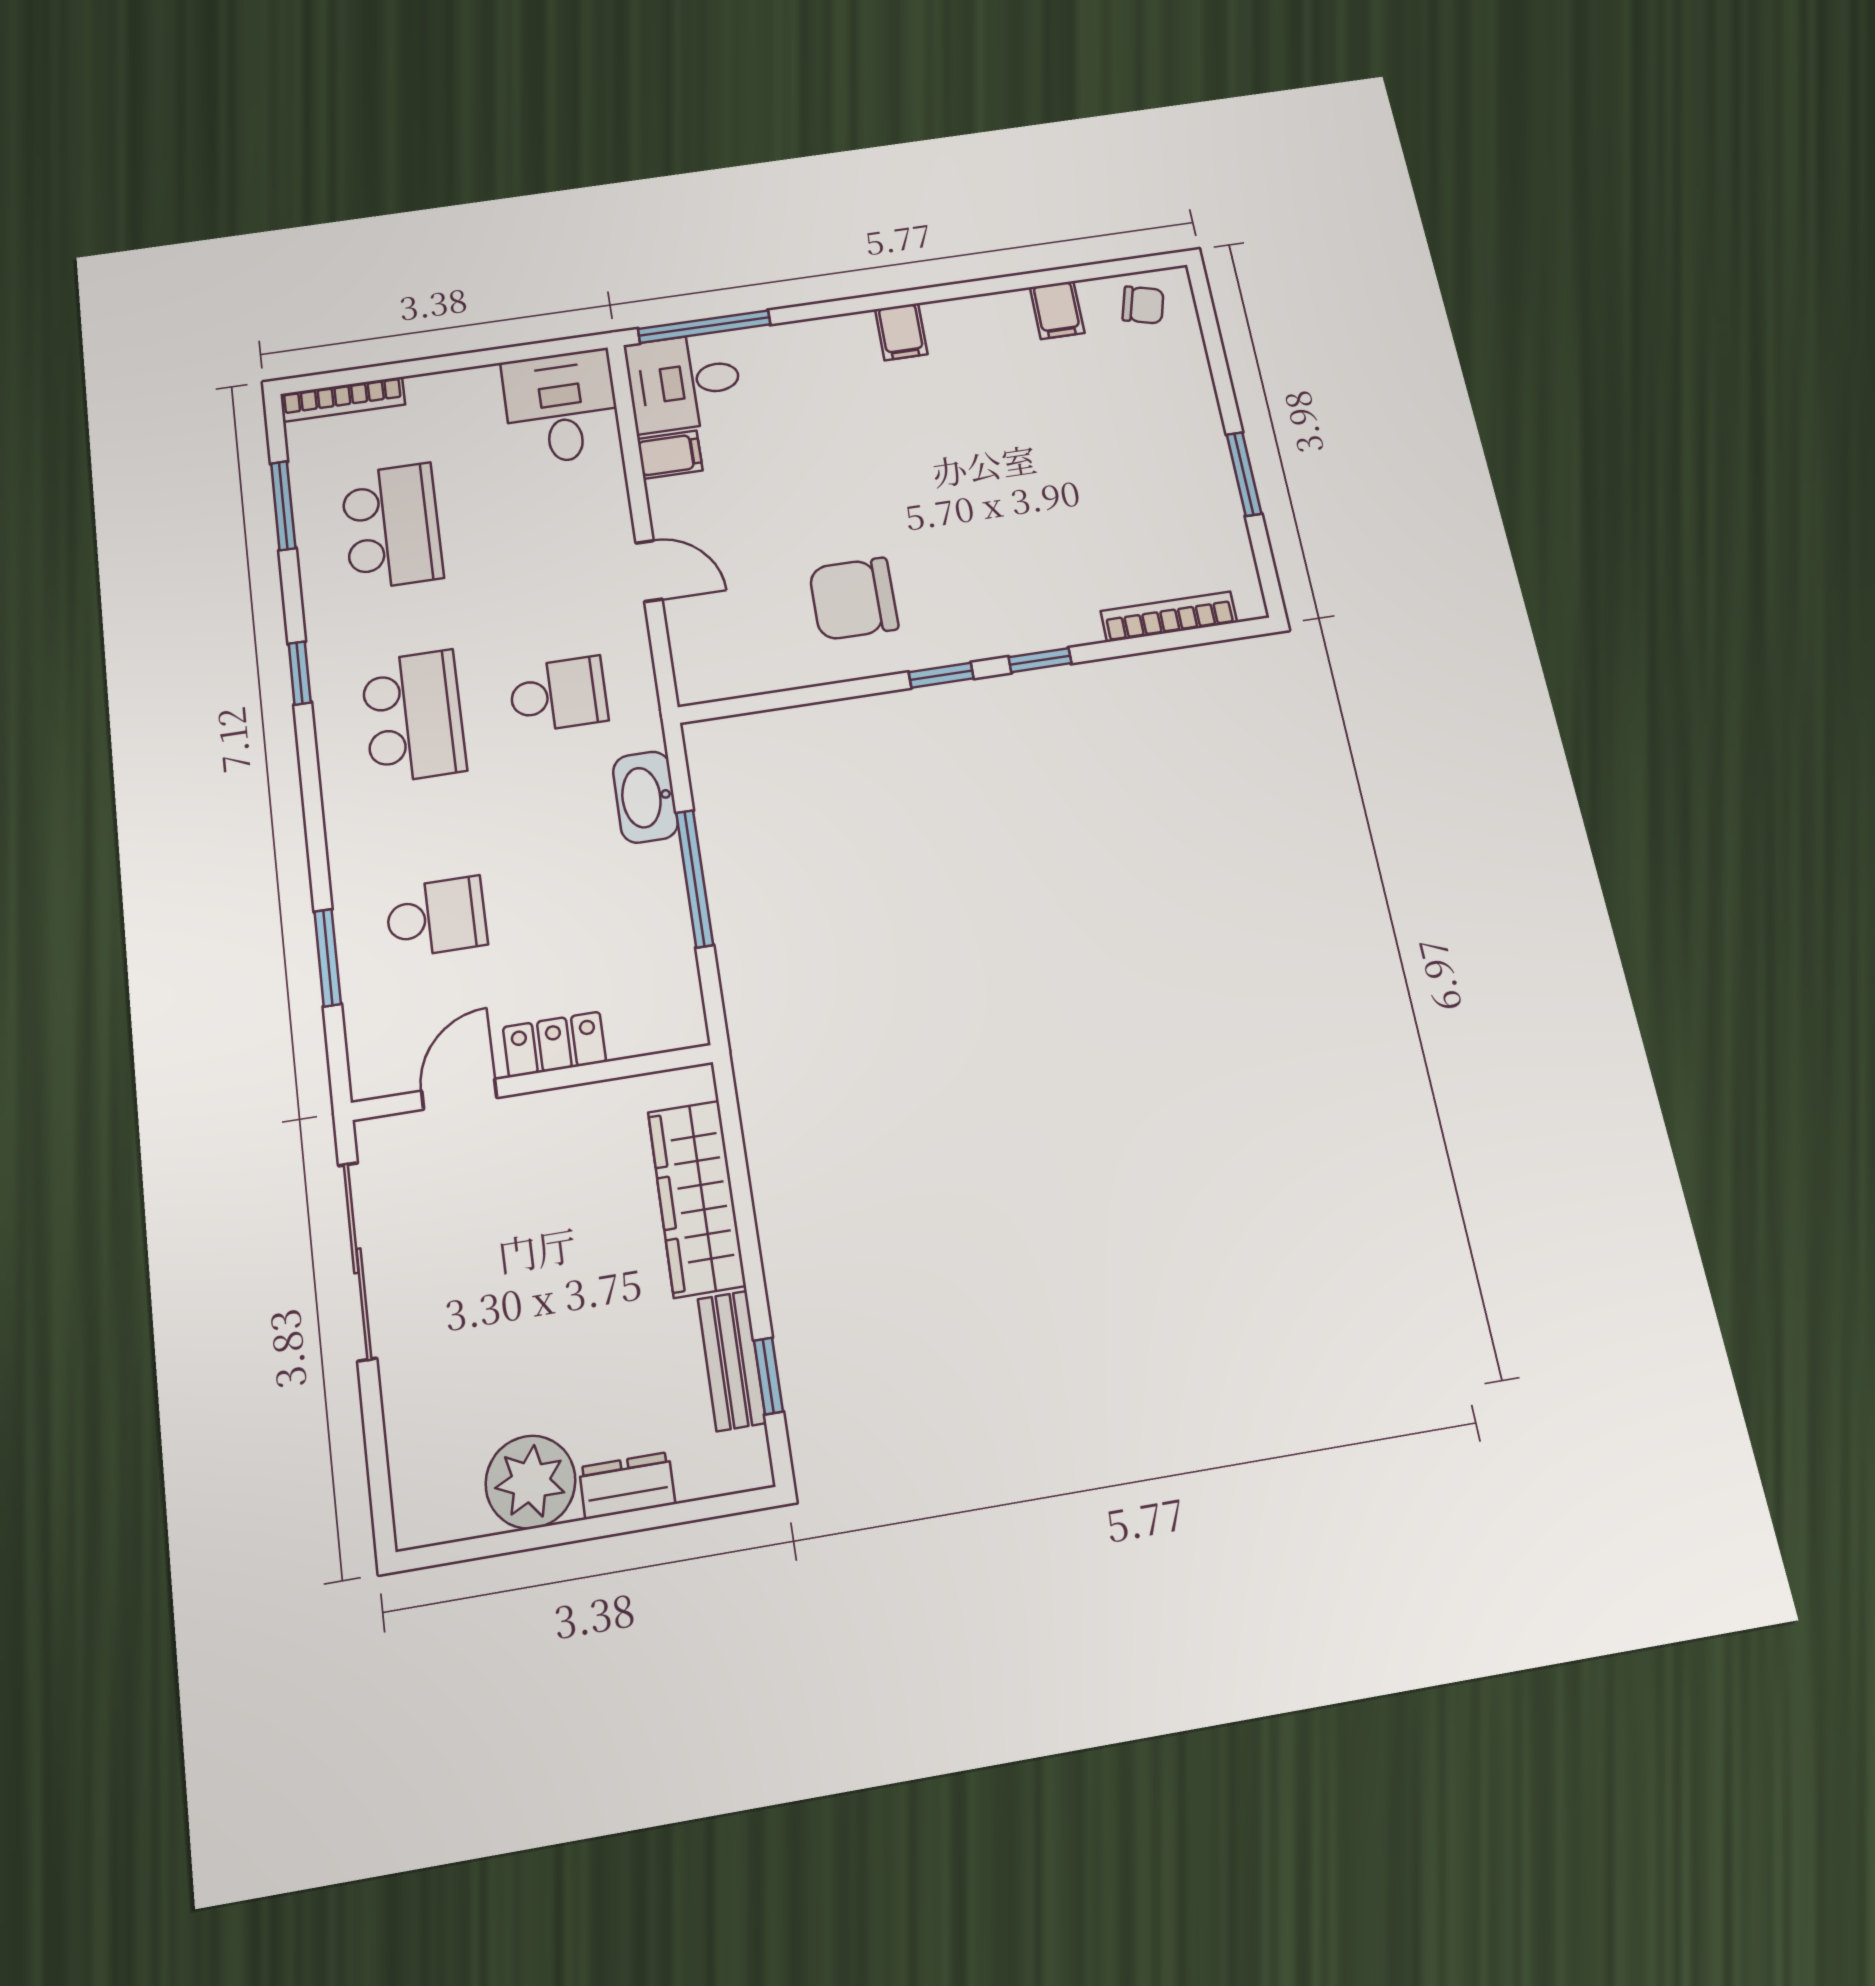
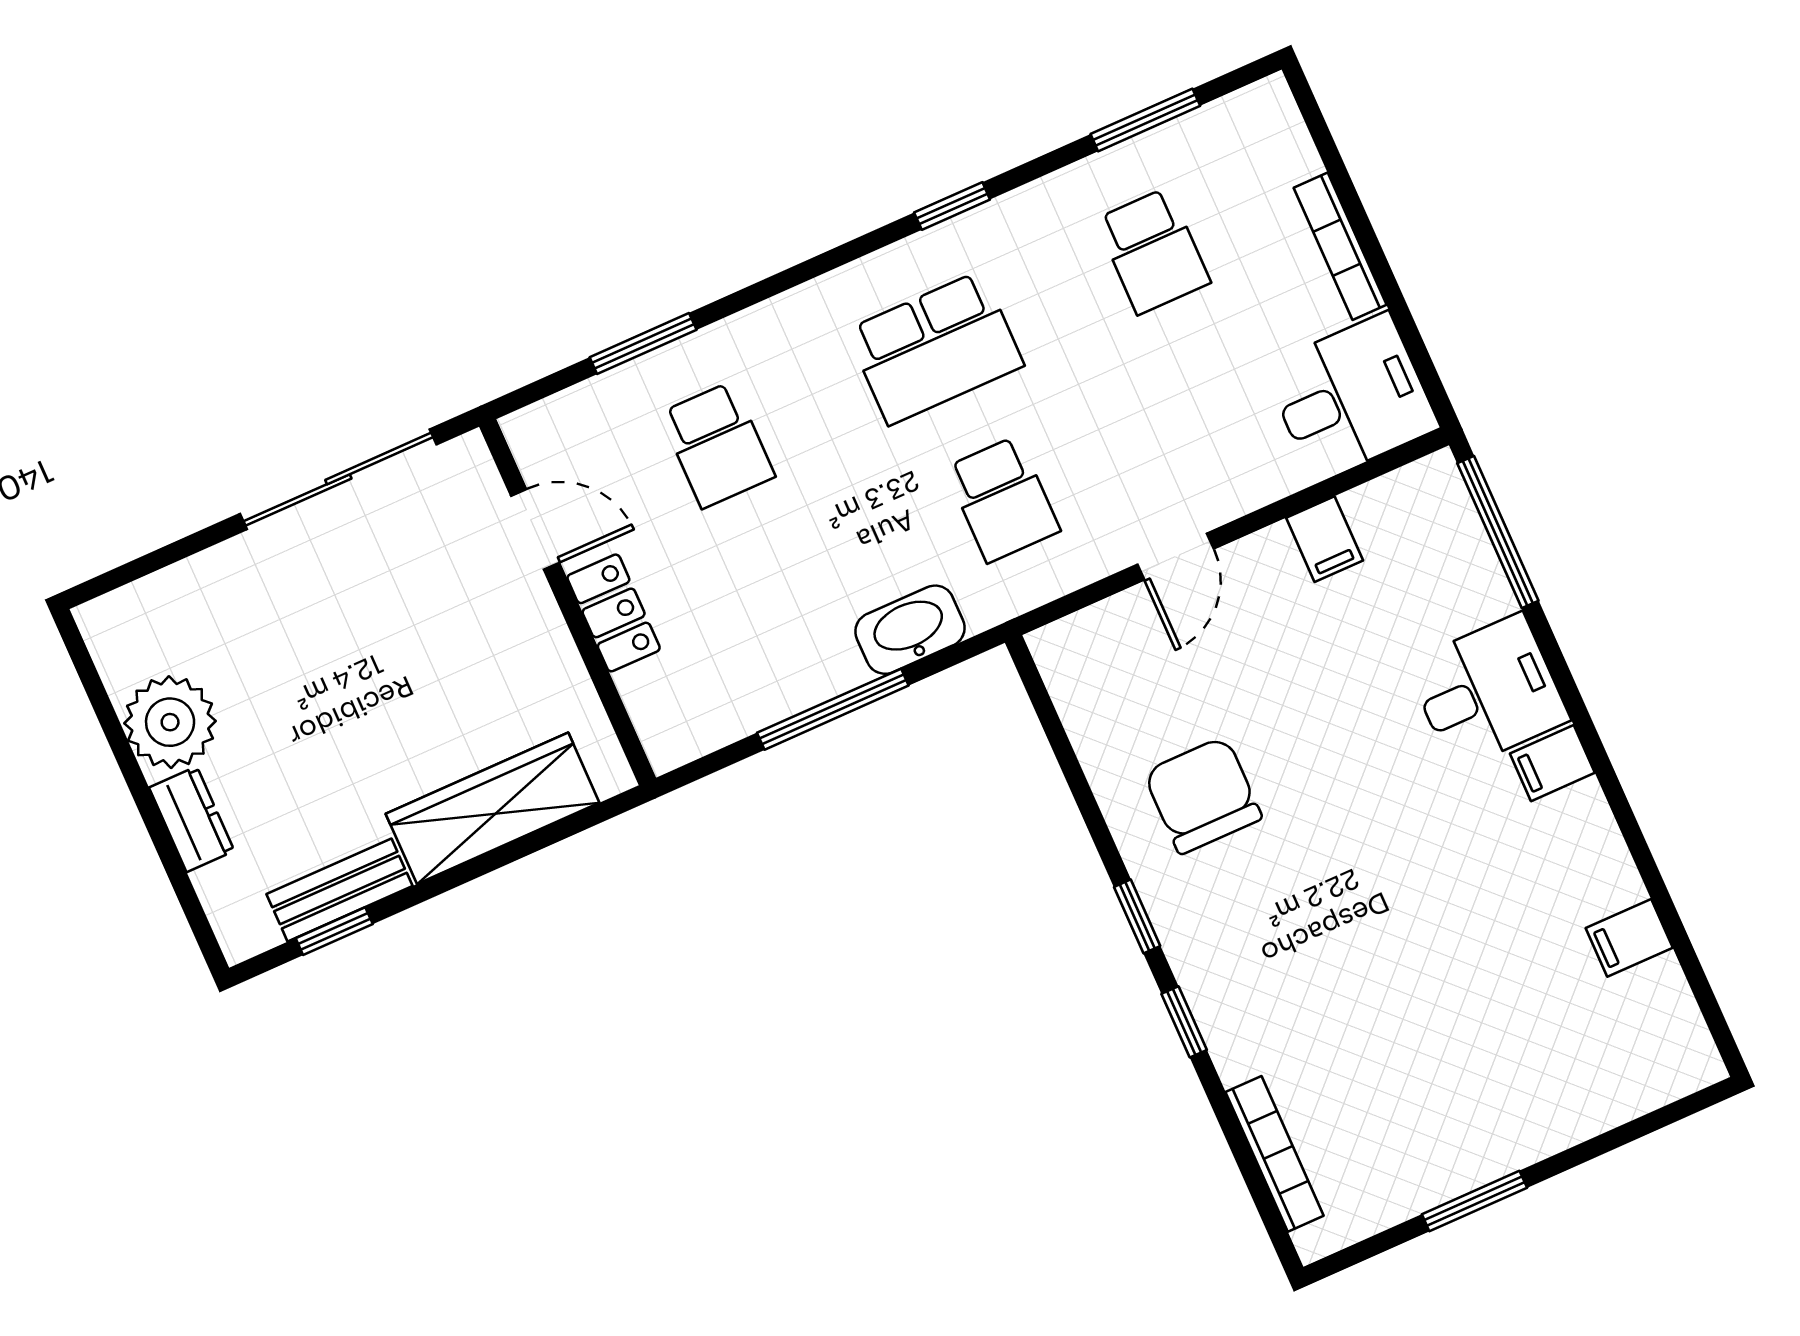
chair: (1143, 305) -> (1663, 1037), removed
desk: (684, 382) -> (1488, 692), moved, turned 90
bookcase: (343, 399) -> (1340, 246), moved
school desk: (392, 526) -> (1153, 251), width x0.54

